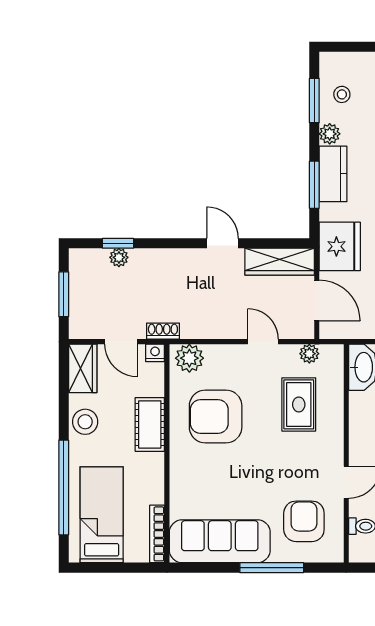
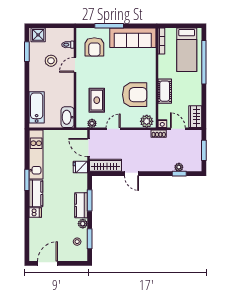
fridge: (340, 246) -> (80, 167), width x0.53, depth x0.75
door: (263, 342) -> (113, 129), swing flipped
stool: (85, 422) -> (194, 92), removed

